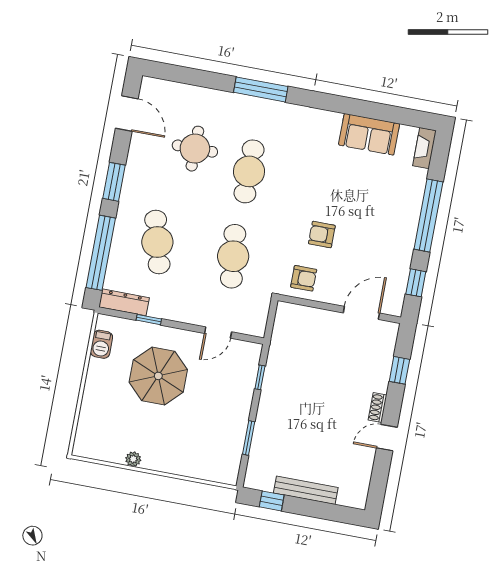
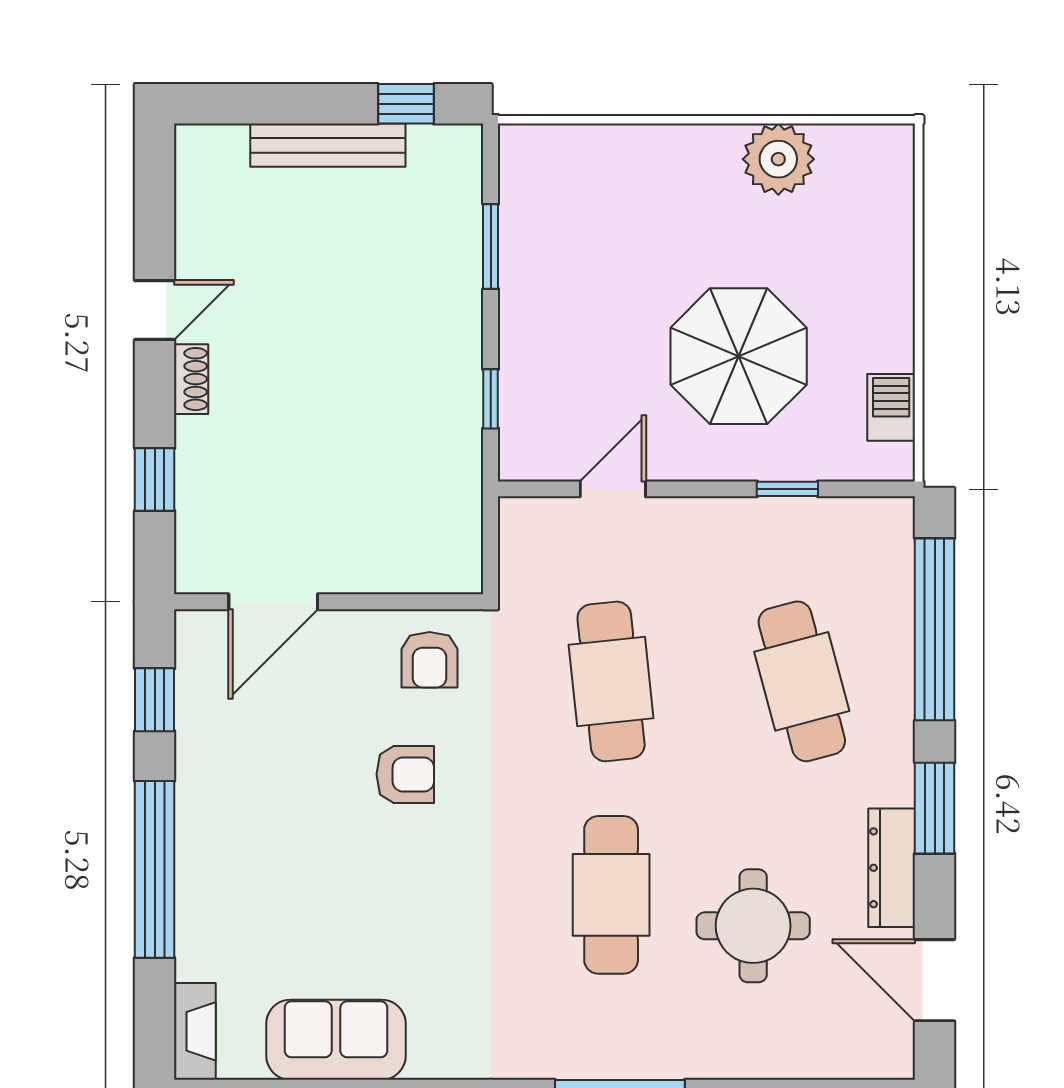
armchair: (304, 278) -> (430, 660), turned -90
dresser: (124, 302) -> (892, 868), moved, turned 90
plant: (133, 459) -> (778, 159), width x1.88, depth x1.88

